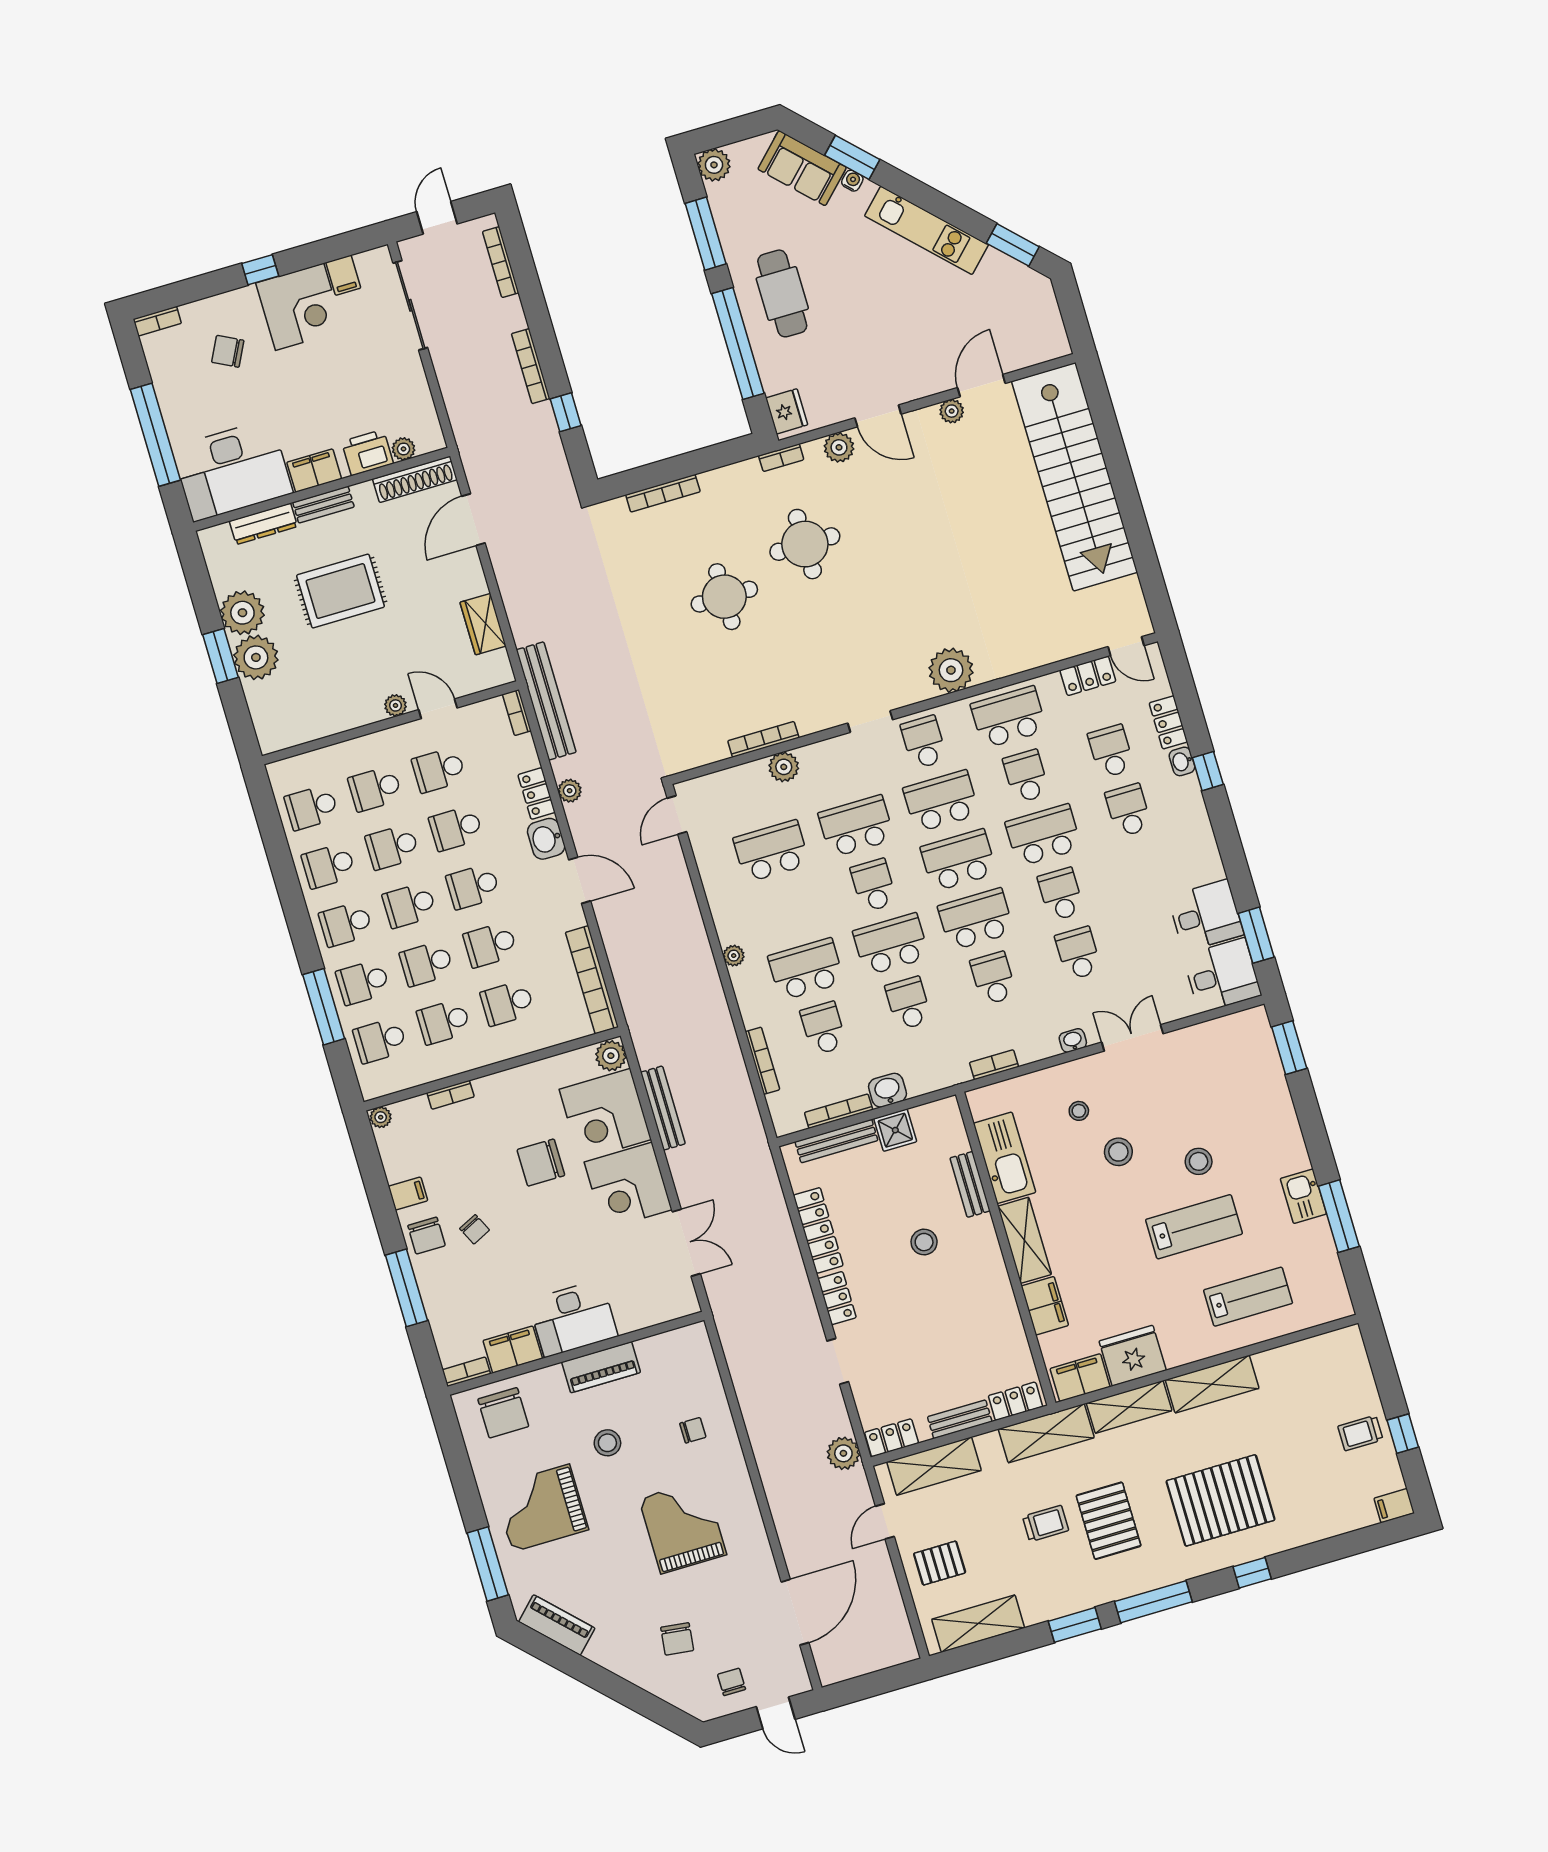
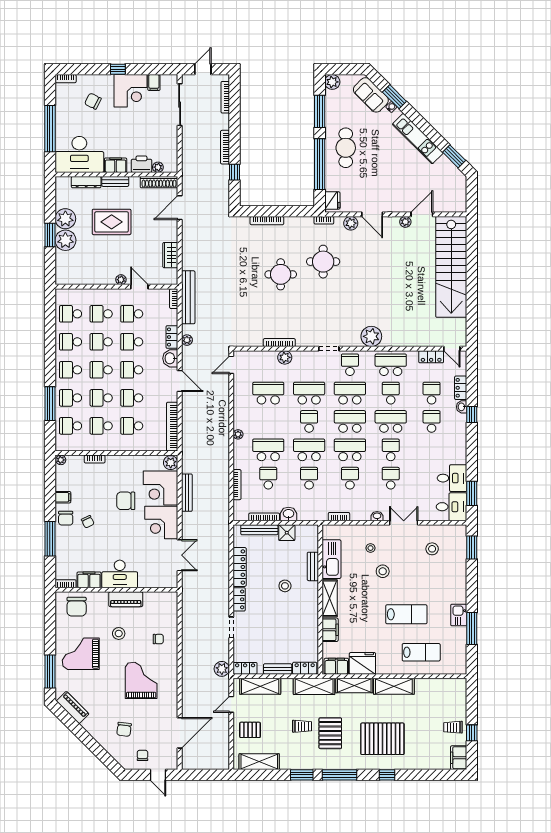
stool: (1199, 1161) -> (432, 549), moved
filing cabinet: (1394, 1506) -> (459, 758), width x2.00

